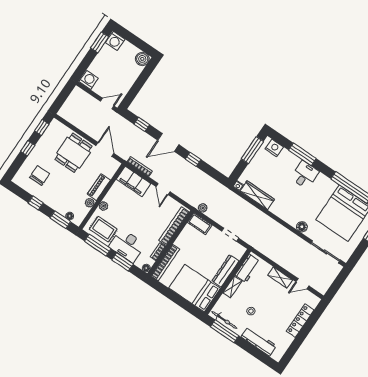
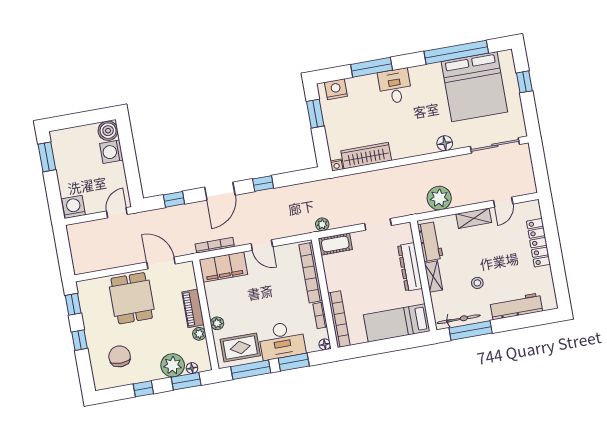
washing machine: (115, 41) -> (111, 152), moved, turned 90
window: (252, 150) -> (315, 114), width x0.69
plant: (61, 205) -> (173, 365), added
plant: (273, 251) -> (439, 198), added
bed: (195, 288) -> (397, 323), width x0.67

